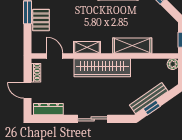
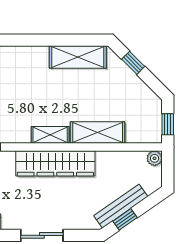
shelving: (87, 47) -> (50, 135), moved

